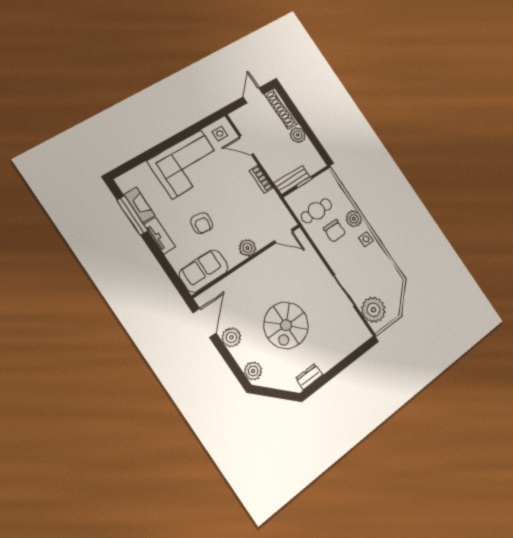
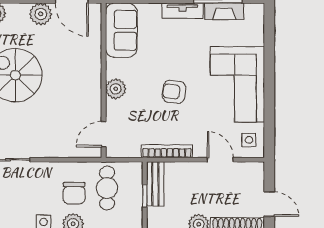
door: (246, 145) -> (220, 160), hinge flipped
bookcase: (261, 179) -> (167, 151), width x1.56
armchair: (202, 223) -> (174, 92), moved
chair: (335, 231) -> (74, 193), turned -90

